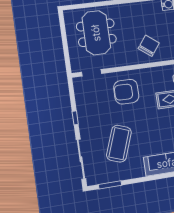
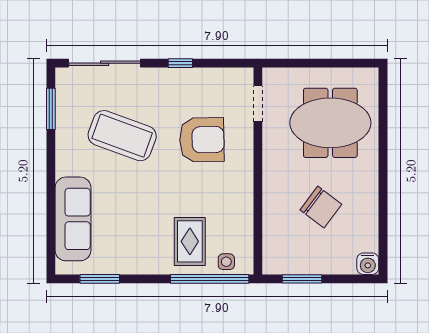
chair: (149, 46) -> (321, 207), moved
armchair: (126, 92) -> (202, 140), moved, turned 89

